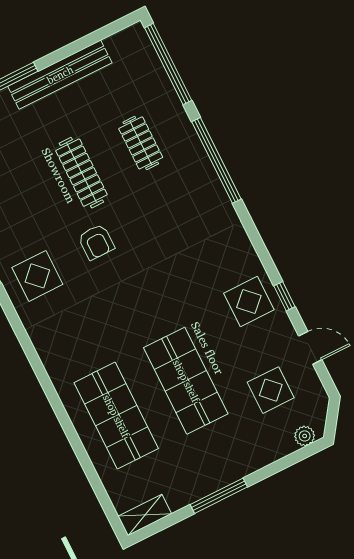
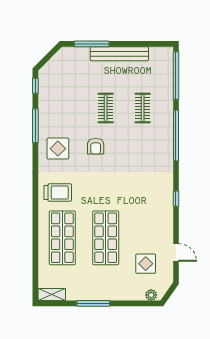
clothes rail: (81, 173) -> (106, 108), width x0.73
window: (284, 296) -> (176, 199), moved
display table: (249, 301) -> (157, 214), removed
trolley: (73, 347) -> (58, 193), added

